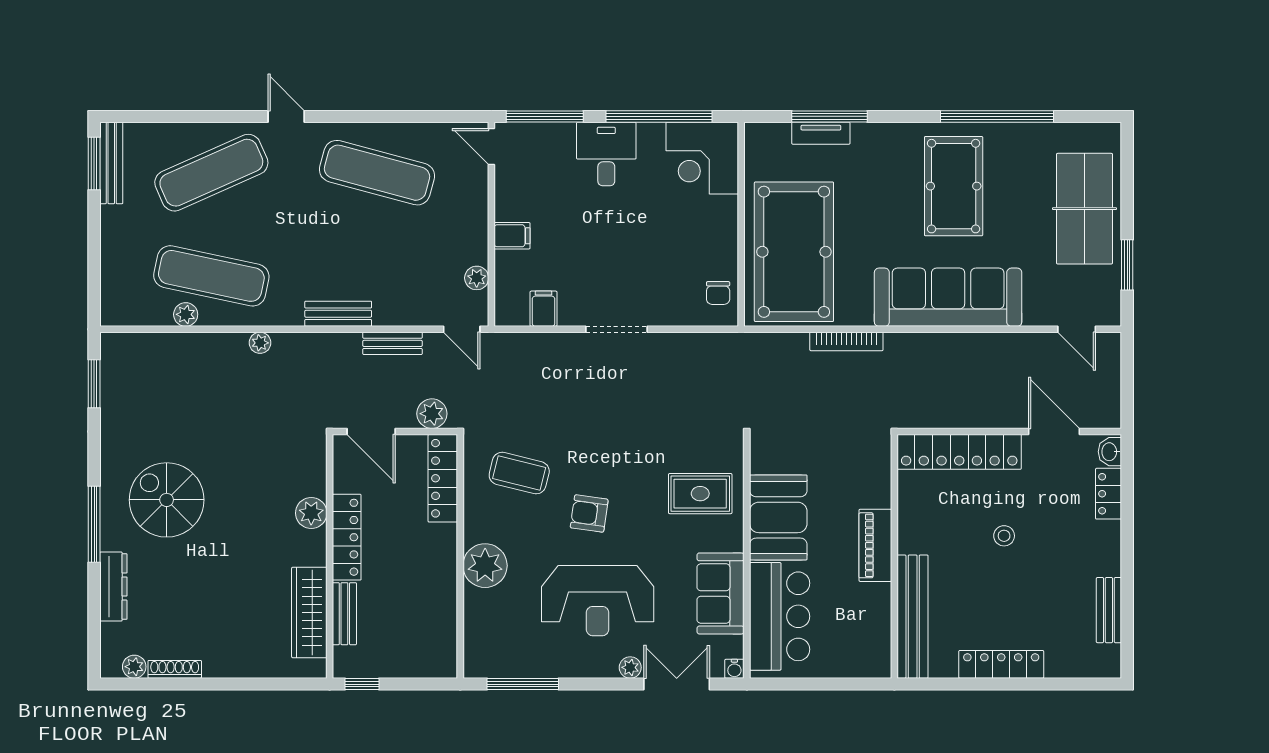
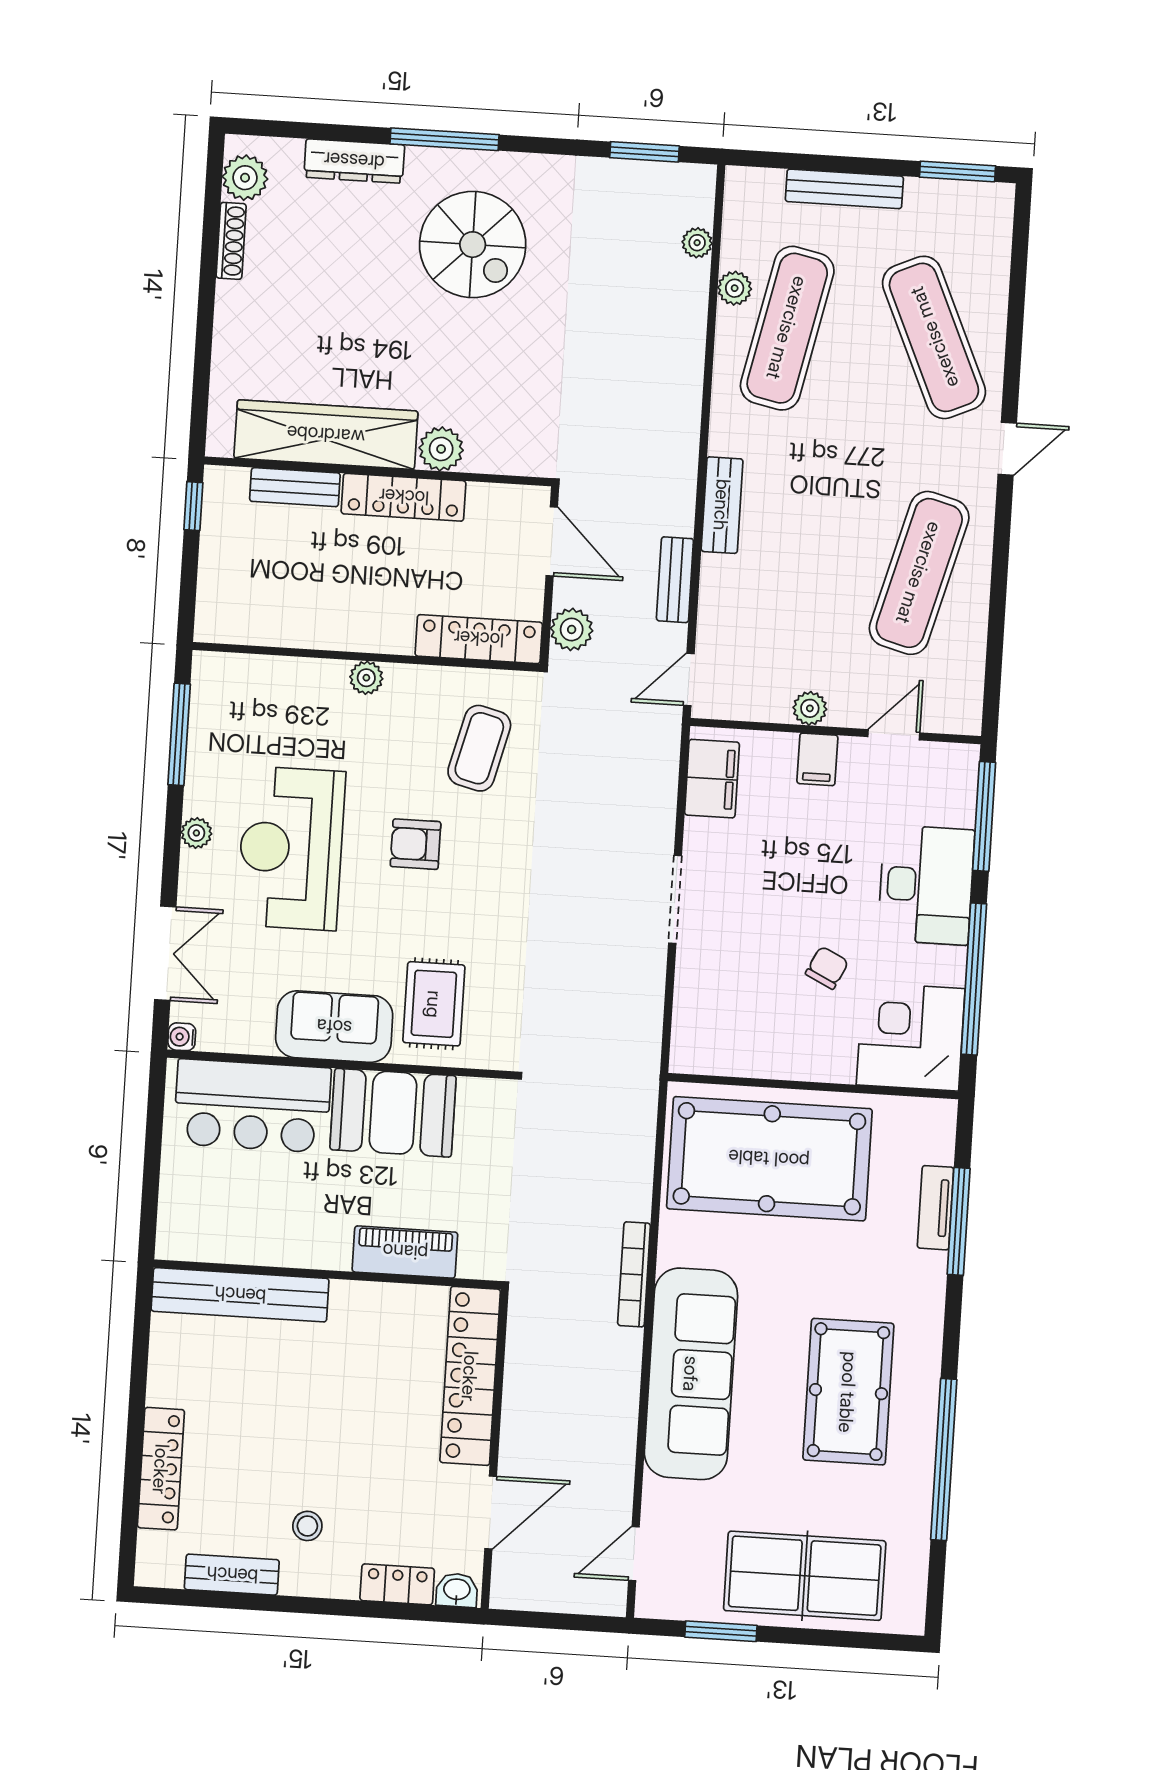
door: (491, 146) -> (894, 735), moved
desk: (606, 154) -> (926, 885), width x1.37
bench: (111, 163) -> (844, 189), moved
pool table: (954, 186) -> (848, 1392), turned 90
plant: (477, 278) -> (810, 708), moved
chair: (718, 293) -> (827, 968), moved, turned 116
filing cabinet: (543, 309) -> (712, 779), width x2.00
bookcase: (846, 341) -> (634, 1274), moved
plant: (260, 343) -> (697, 243), moved
door: (371, 431) -> (552, 541), swing flipped
spiral stairs: (167, 500) -> (473, 245), turned 90
armchair: (589, 513) -> (416, 844), turned -98
stool: (1004, 536) -> (307, 1526), moved
piano: (875, 545) -> (405, 1252), moved
plant: (485, 566) -> (366, 678), width x0.53, depth x0.53
sofa: (721, 593) -> (334, 1027), moved
wardrobe: (309, 612) -> (326, 435), width x1.40, depth x1.17
locker: (1001, 664) -> (161, 1469), moved
plant: (134, 667) -> (245, 178), width x1.38, depth x1.38
plant: (630, 667) -> (196, 833), moved

